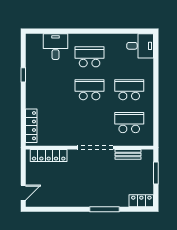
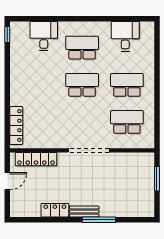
desk: (140, 46) -> (125, 36), moved, turned -90
window: (23, 75) -> (7, 34), moved
bench: (128, 154) -> (84, 211), moved
door: (23, 193) -> (7, 181), moved
locker: (141, 201) -> (55, 210), moved

